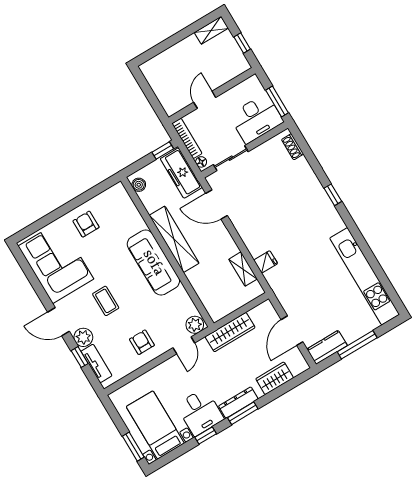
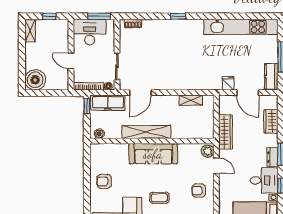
boiler: (157, 71) -> (35, 80), added
desk: (256, 118) -> (90, 32), moved, turned -90
fridge: (266, 262) -> (228, 83), moved
dresser: (238, 403) -> (272, 157), width x0.70

